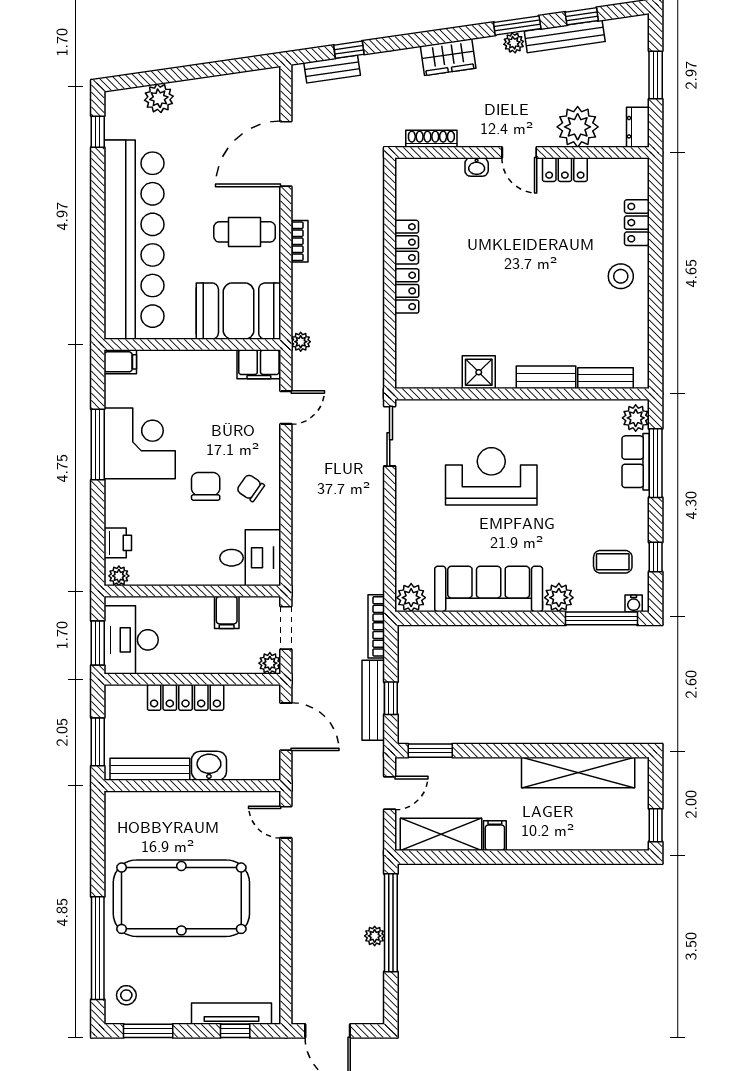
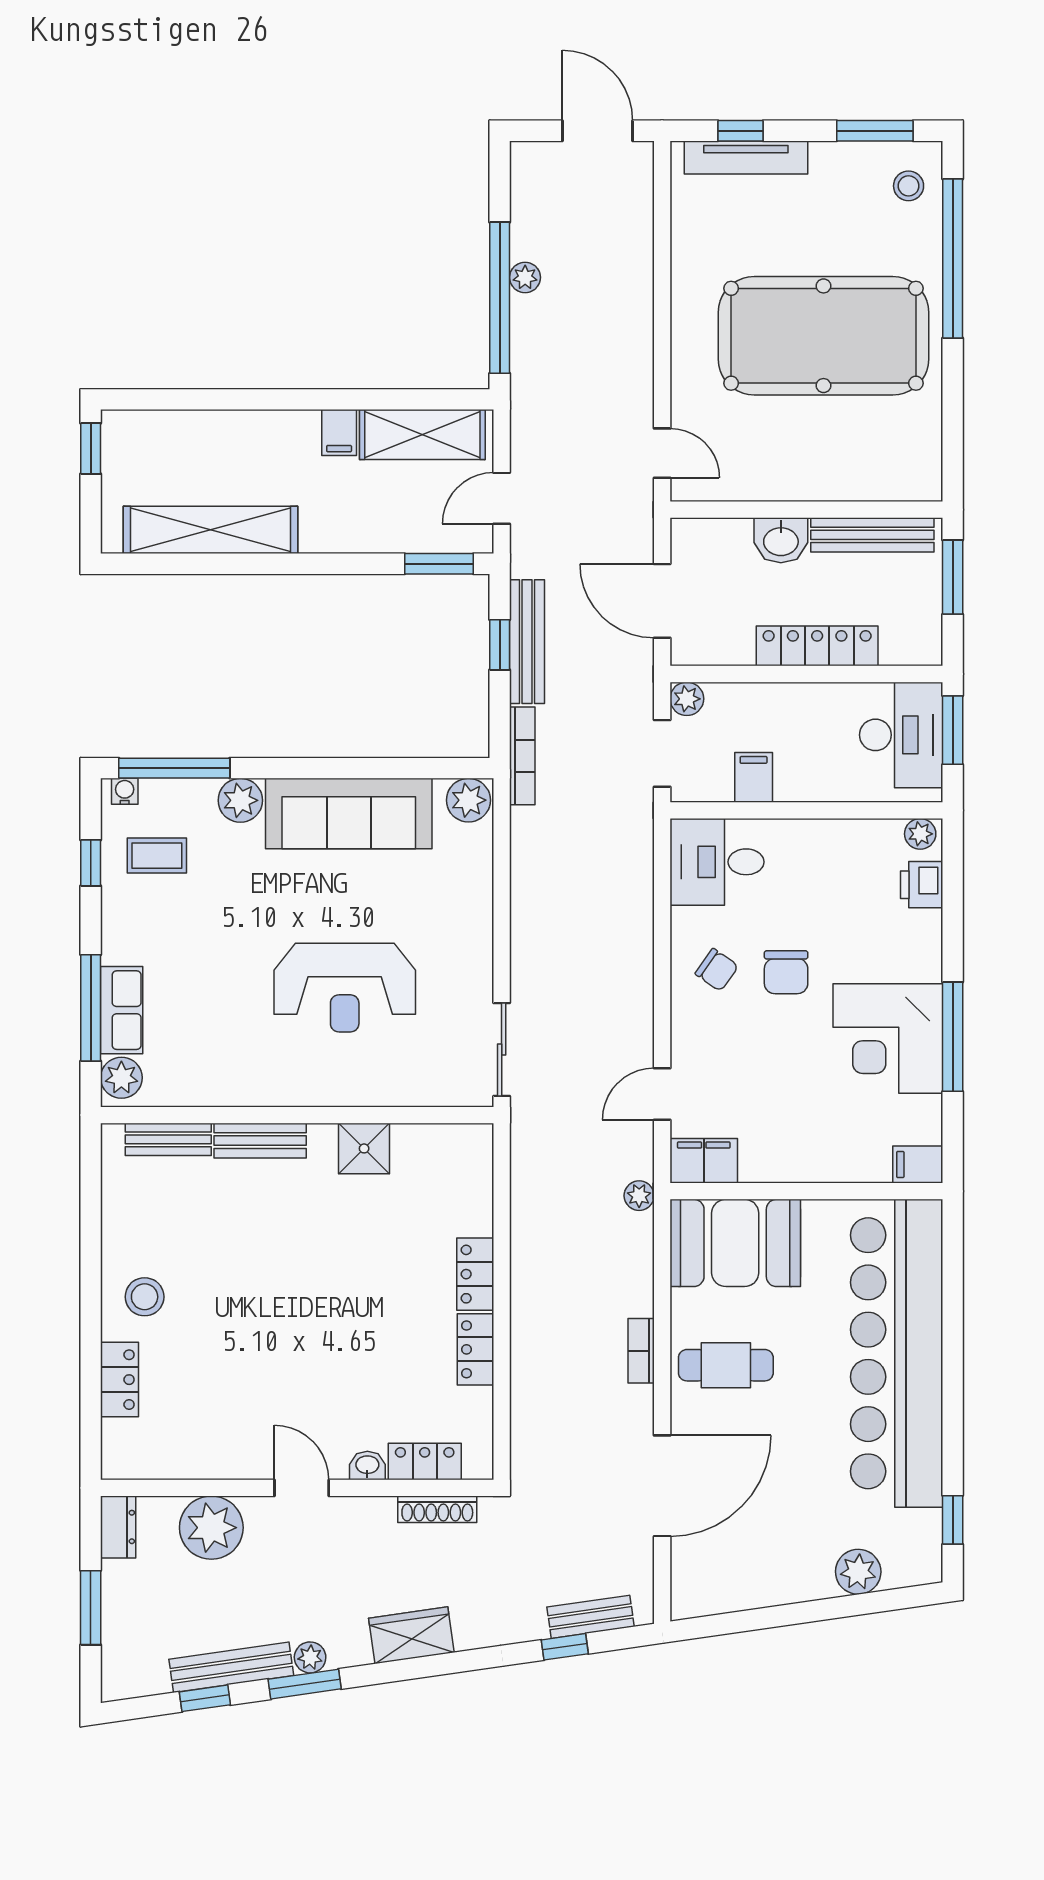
locker: (565, 170) -> (425, 1462), moved

